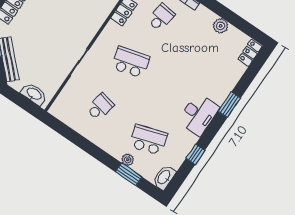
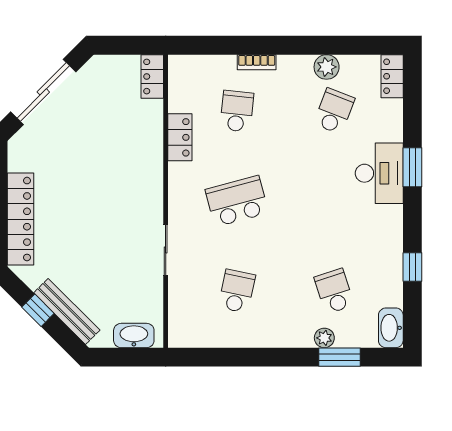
school desk: (209, 50) -> (334, 111), added
desk: (199, 114) -> (379, 173), moved
school desk: (148, 140) -> (334, 291), width x0.54

